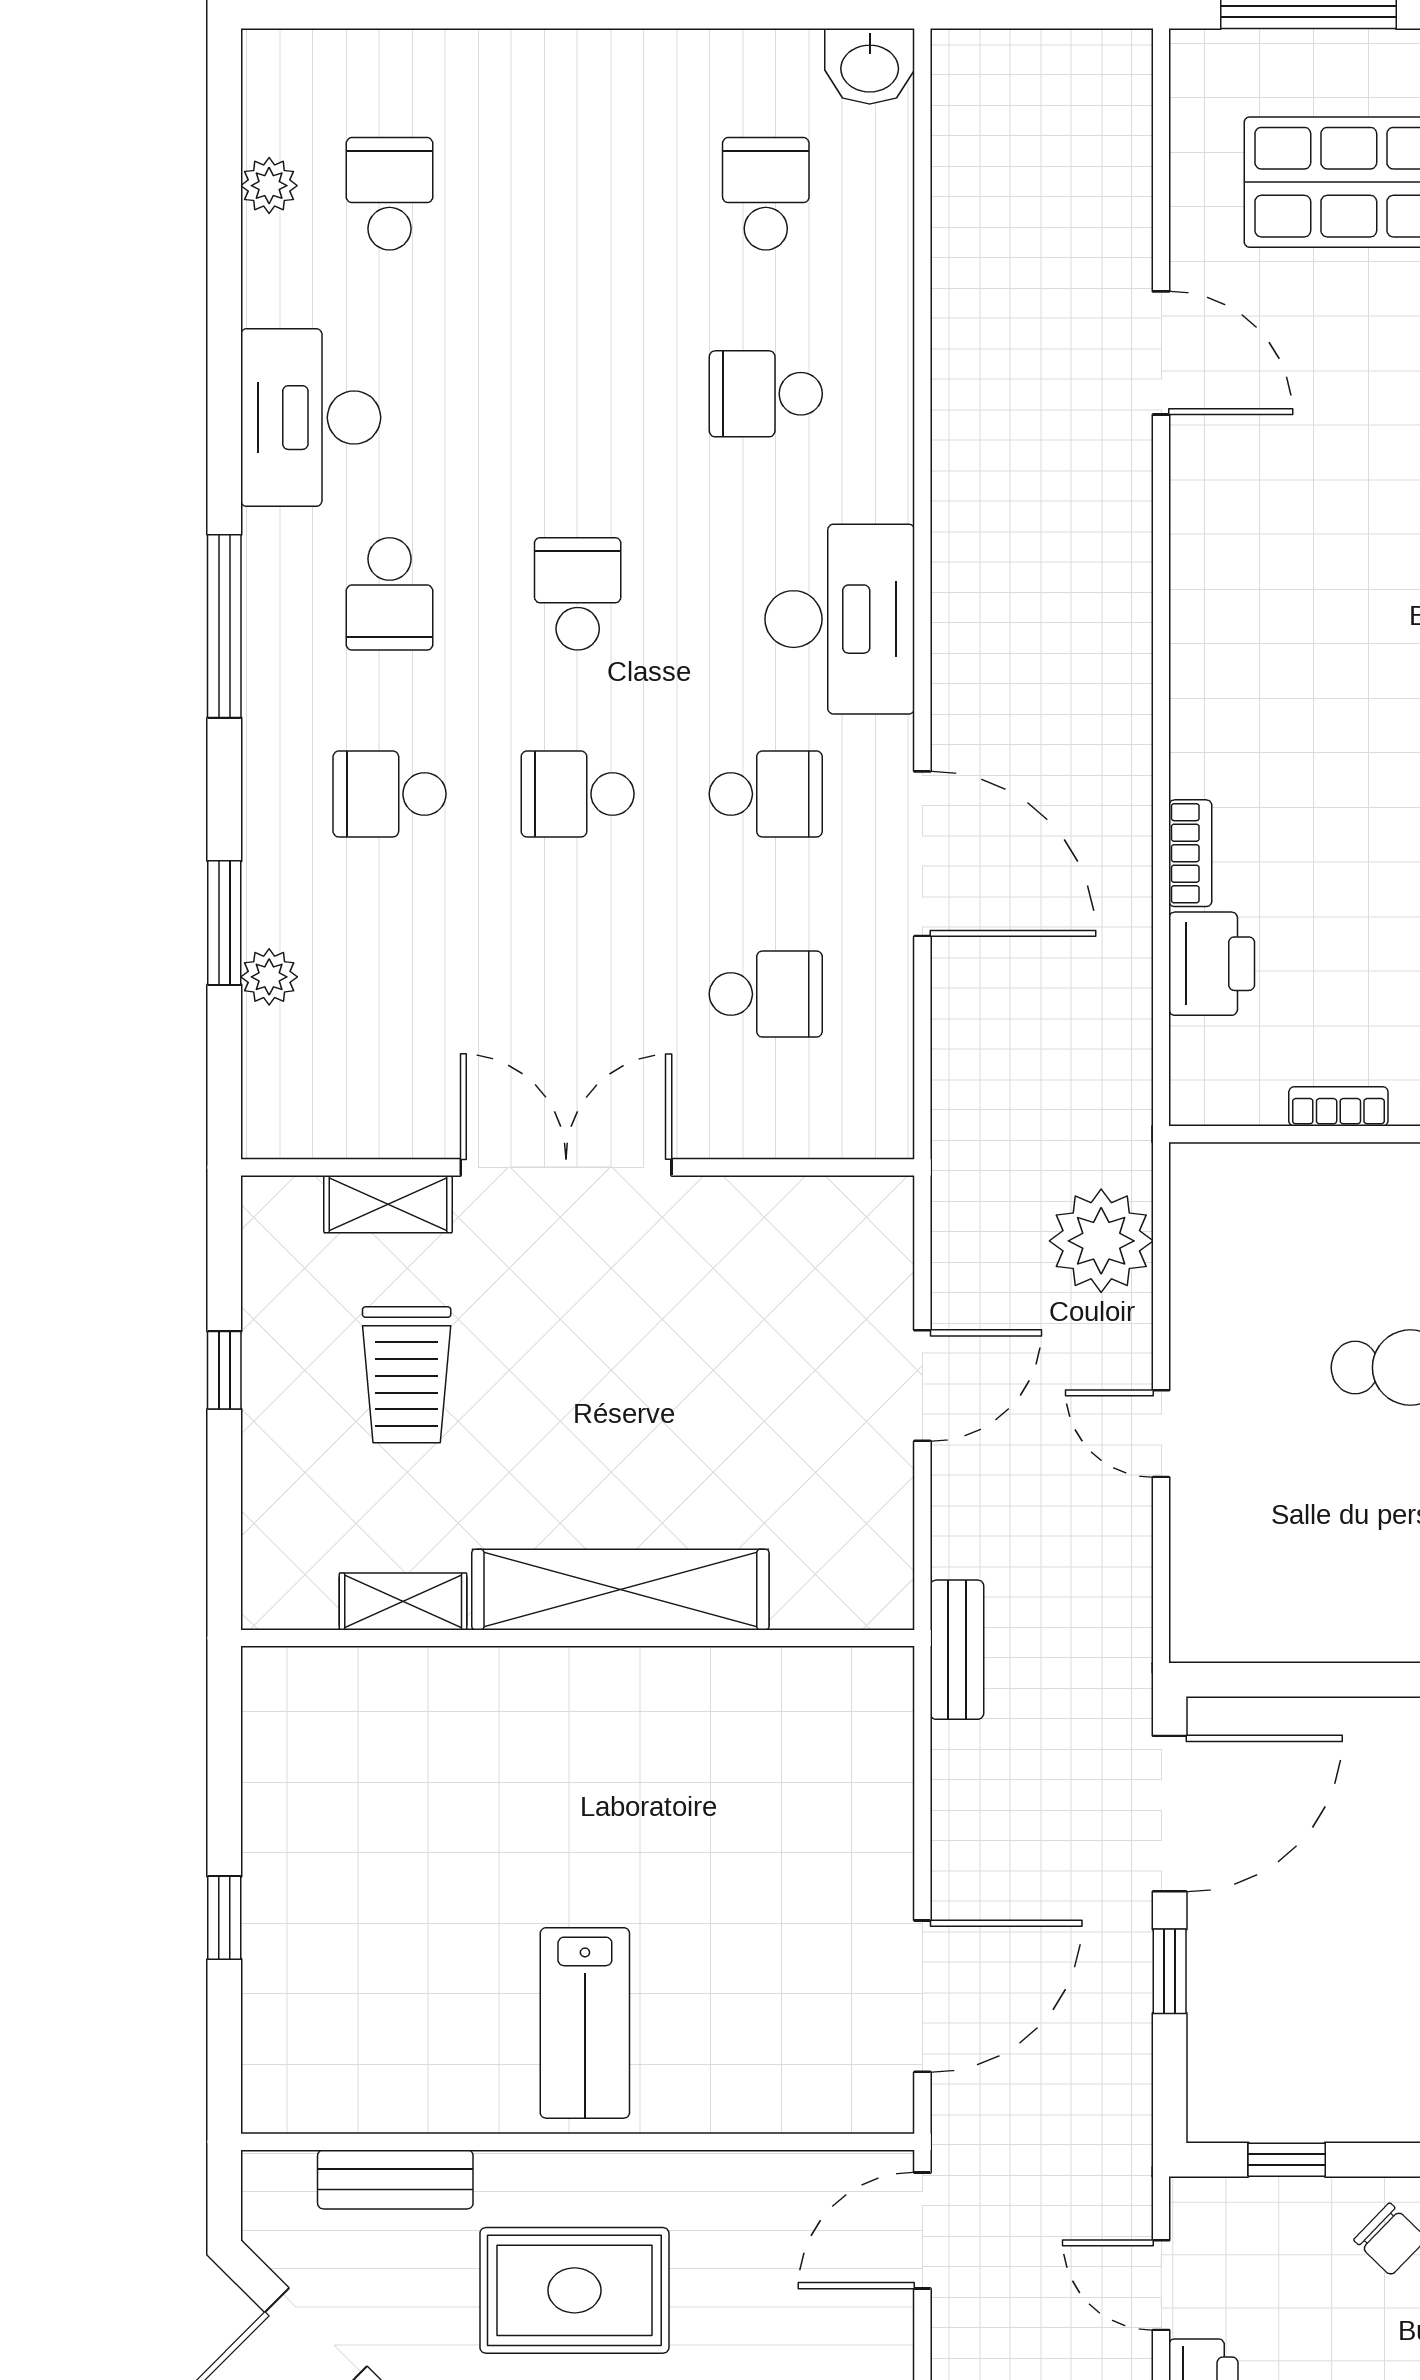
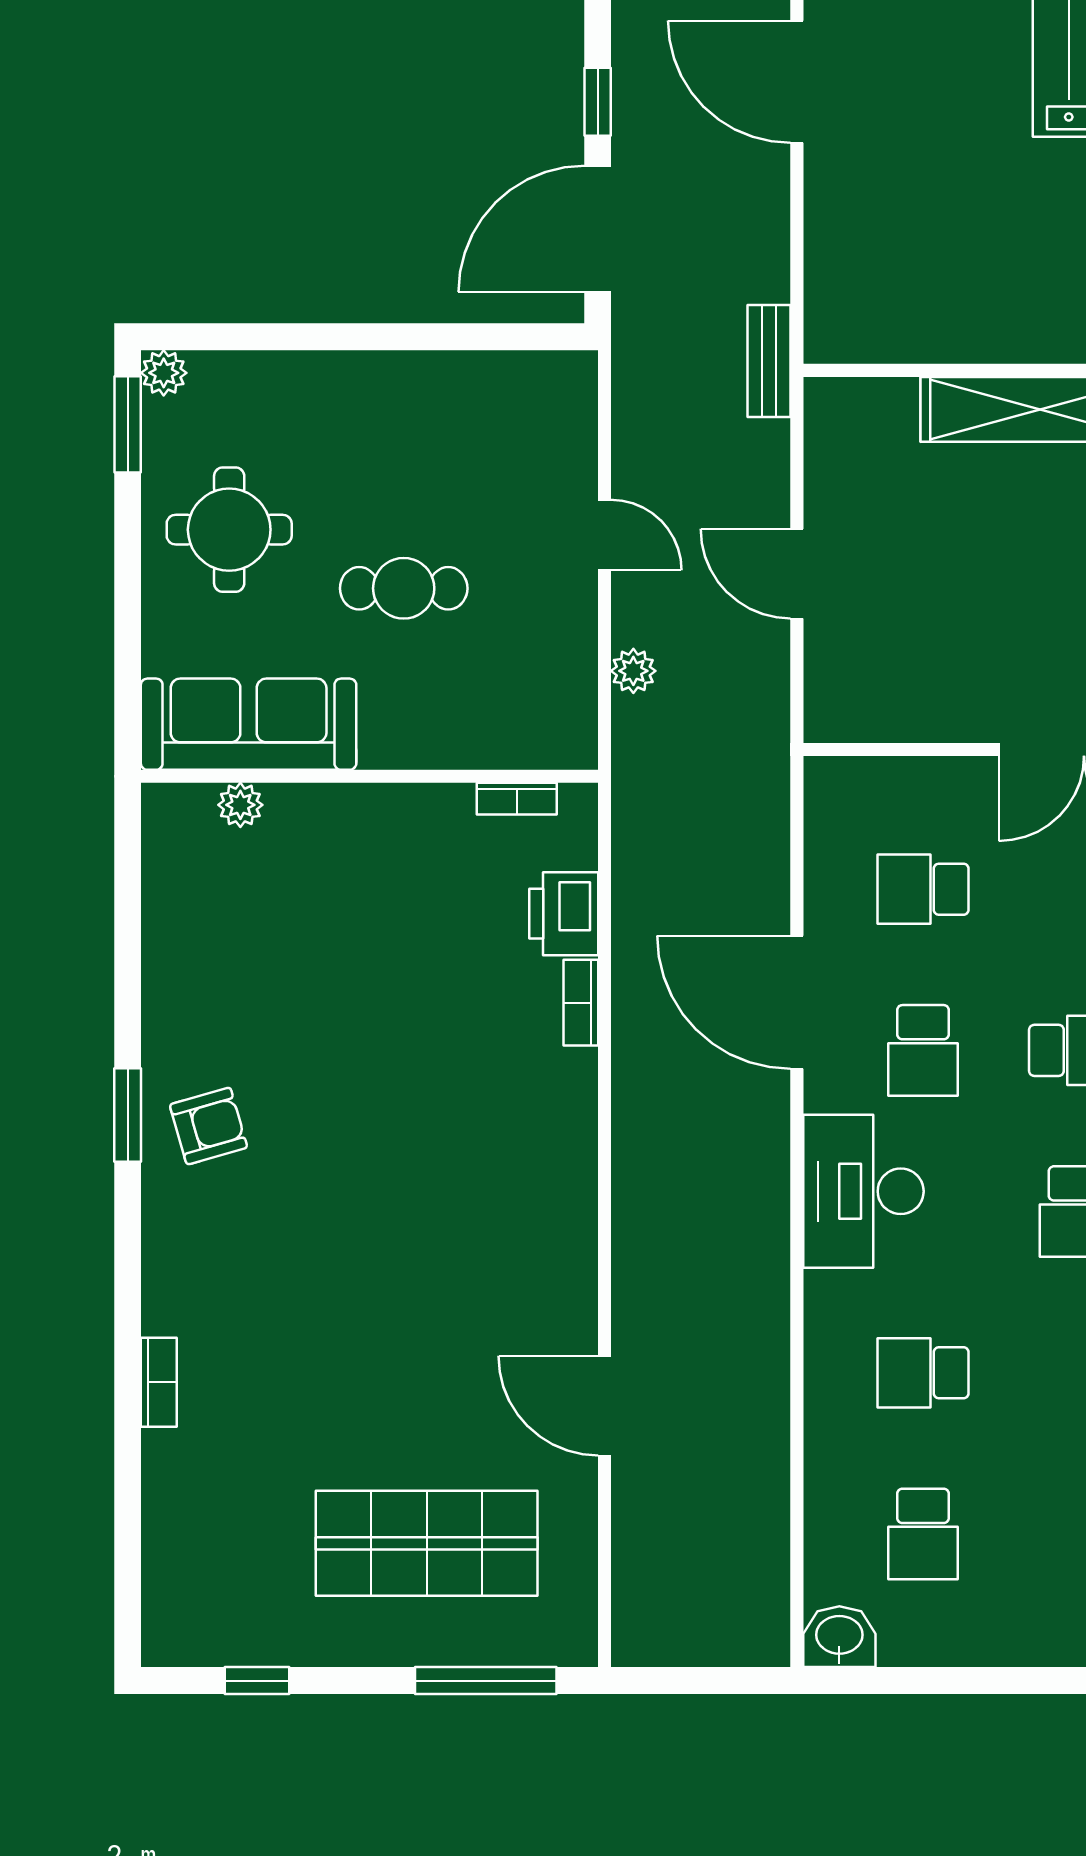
school desk: (766, 394) -> (923, 1373), turned 180
school desk: (766, 794) -> (923, 1050), turned -90
bookcase: (1338, 1106) -> (517, 799), moved
plant: (1101, 1241) -> (633, 671), width x0.53, depth x0.53
door: (922, 1386) -> (797, 574), hinge flipped
door: (922, 1996) -> (797, 82), hinge flipped

